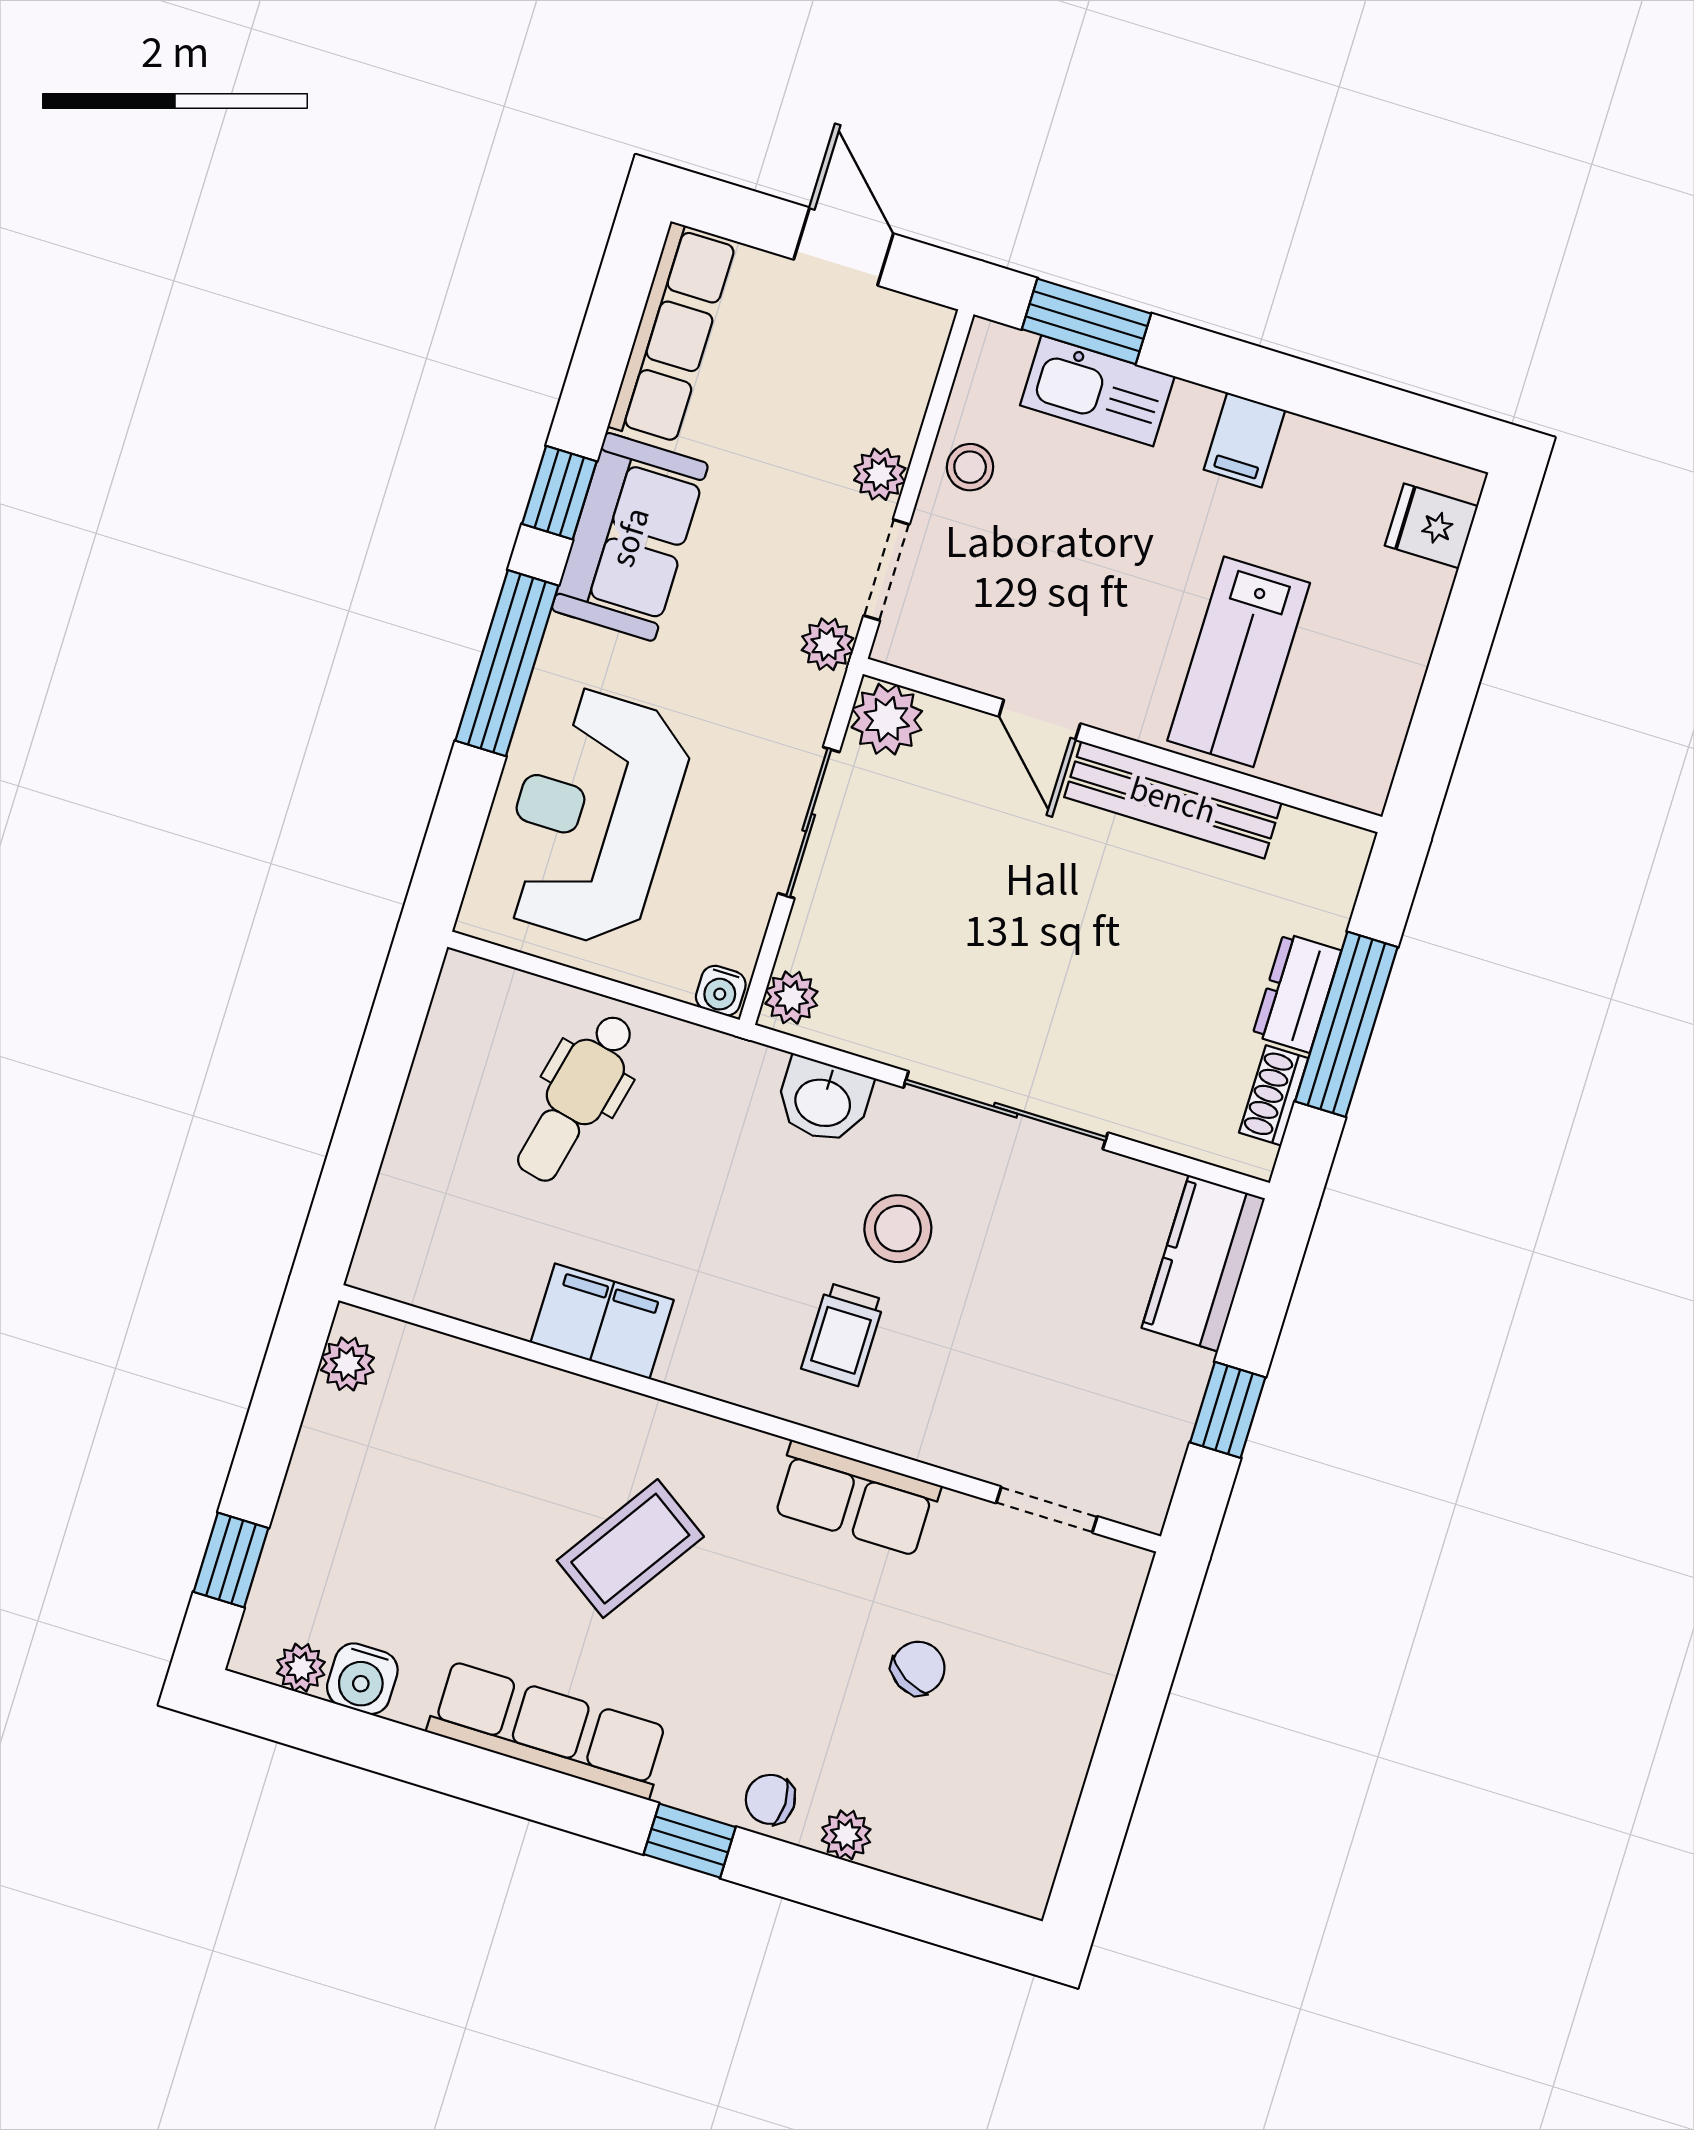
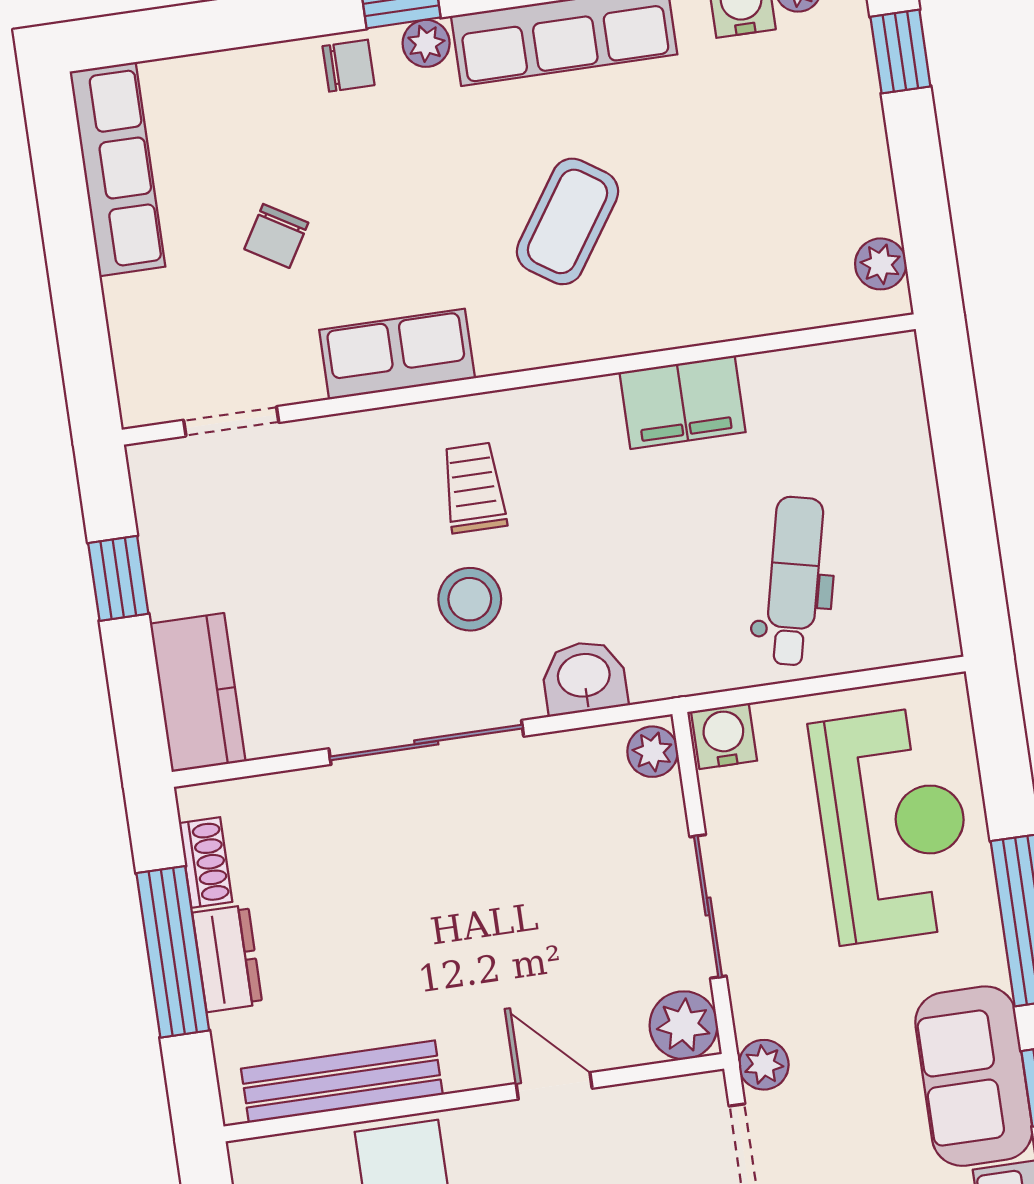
bench: (1173, 800) -> (342, 1082), moved
water cooler: (721, 991) -> (724, 736), width x1.38, depth x1.38
row of seats: (1041, 1805) -> (117, 169), added
plant: (846, 1835) -> (426, 43), moved

